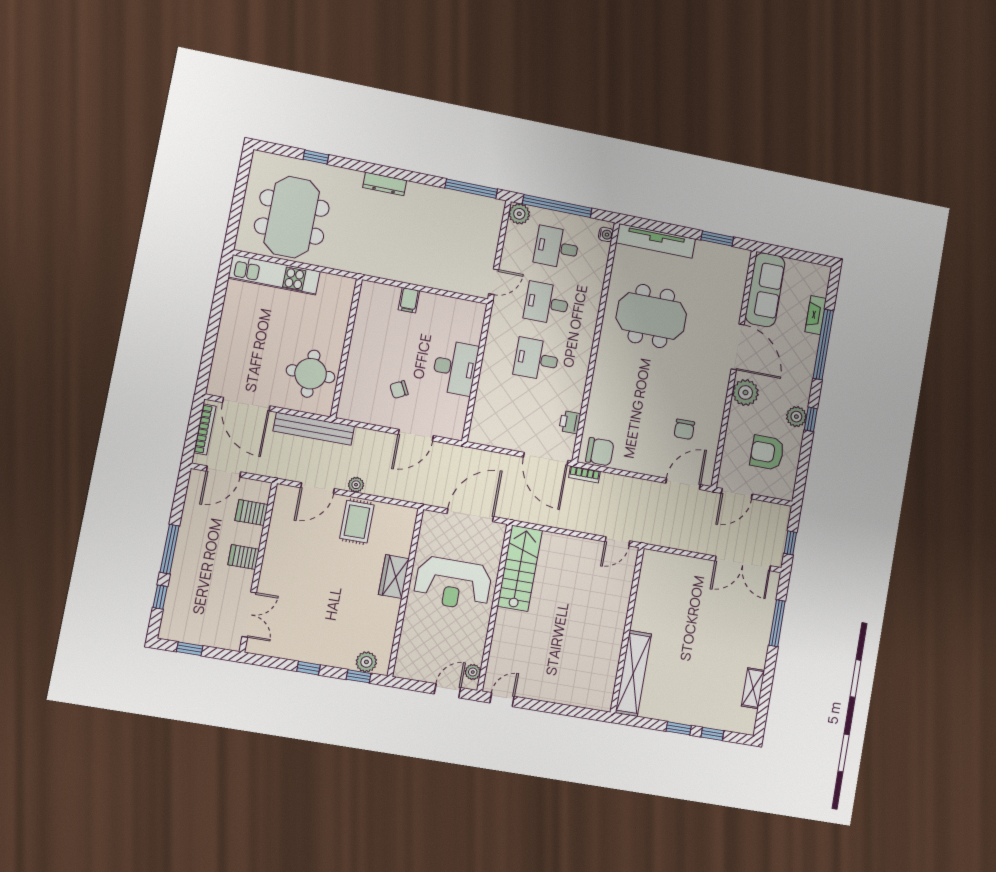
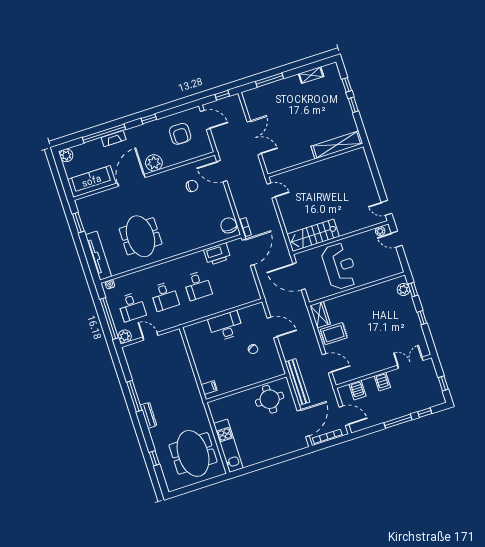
window: (471, 189) -> (134, 396), moved
meeting table: (292, 217) -> (193, 453), turned 90
door: (494, 282) -> (150, 336), moved
filing cabinet: (409, 300) -> (209, 388), moved
fireplace: (816, 315) -> (114, 139), moved
plant: (796, 417) -> (66, 155), moved
printer: (570, 422) -> (217, 254), width x1.87, depth x1.48
plant: (356, 485) -> (315, 344), removed
door: (737, 494) -> (205, 120), moved
double door: (743, 563) -> (254, 138), moved
wardrobe: (394, 577) -> (320, 315), moved, turned -90

